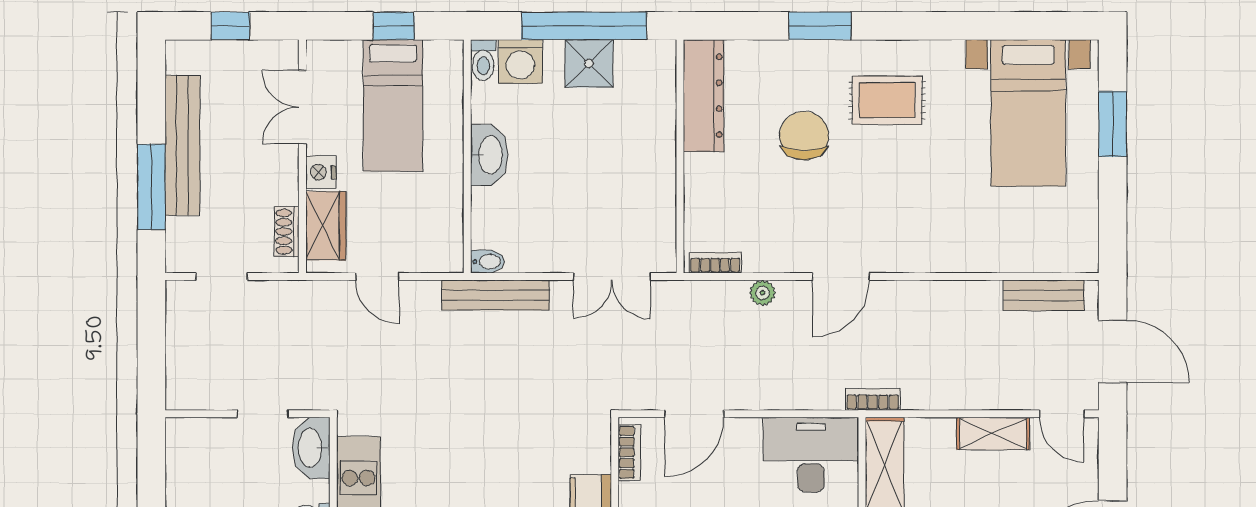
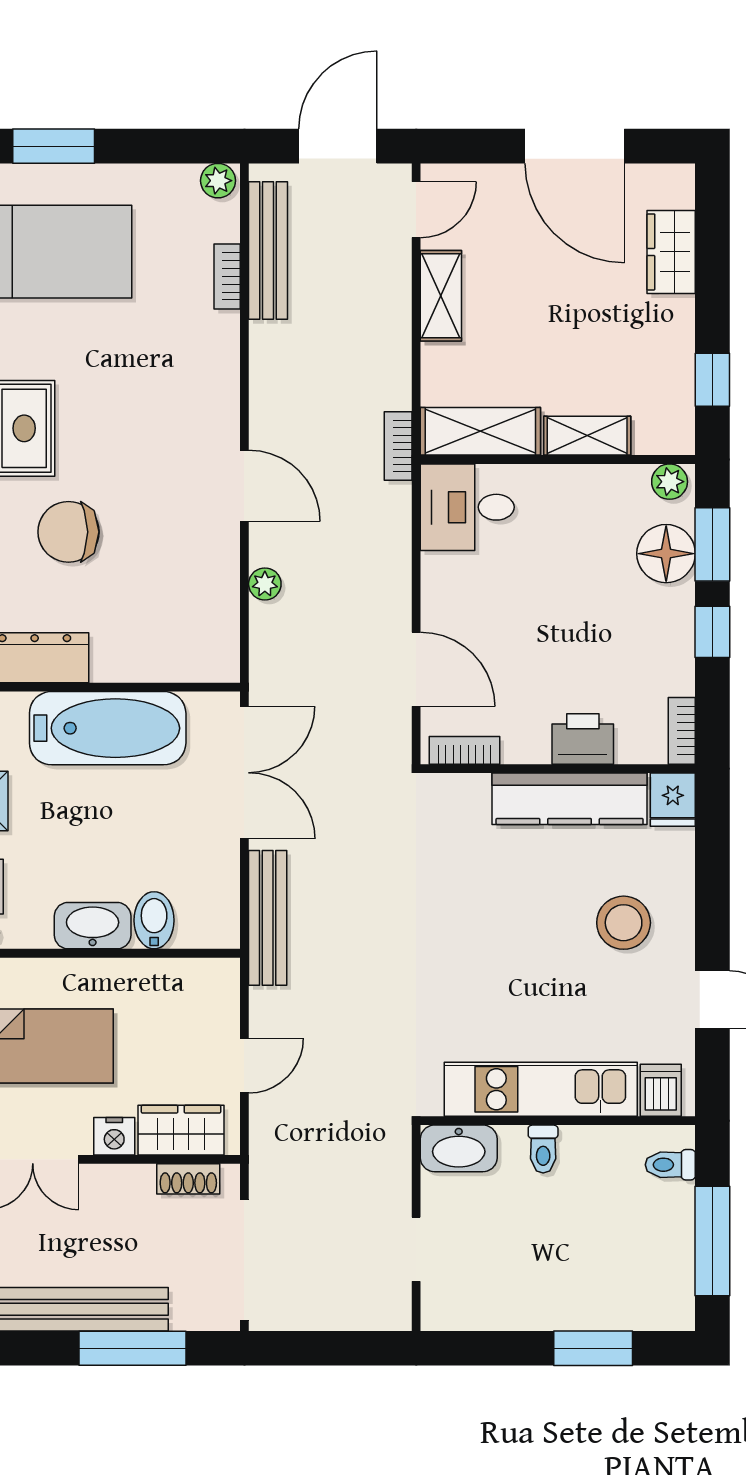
bathtub: (647, 167) -> (108, 728), added
plant: (1085, 255) -> (218, 181), added
bidet: (487, 262) -> (154, 920), moved, width x1.38, depth x1.36
bookcase: (715, 263) -> (227, 276), moved
doorway: (222, 276) -> (244, 1260), width x1.88
double door: (612, 276) -> (244, 773), width x1.37
bench: (1044, 295) -> (268, 250), width x1.36
doorway: (263, 414) -> (416, 1249), moved
desk: (811, 455) -> (467, 507), width x0.73

